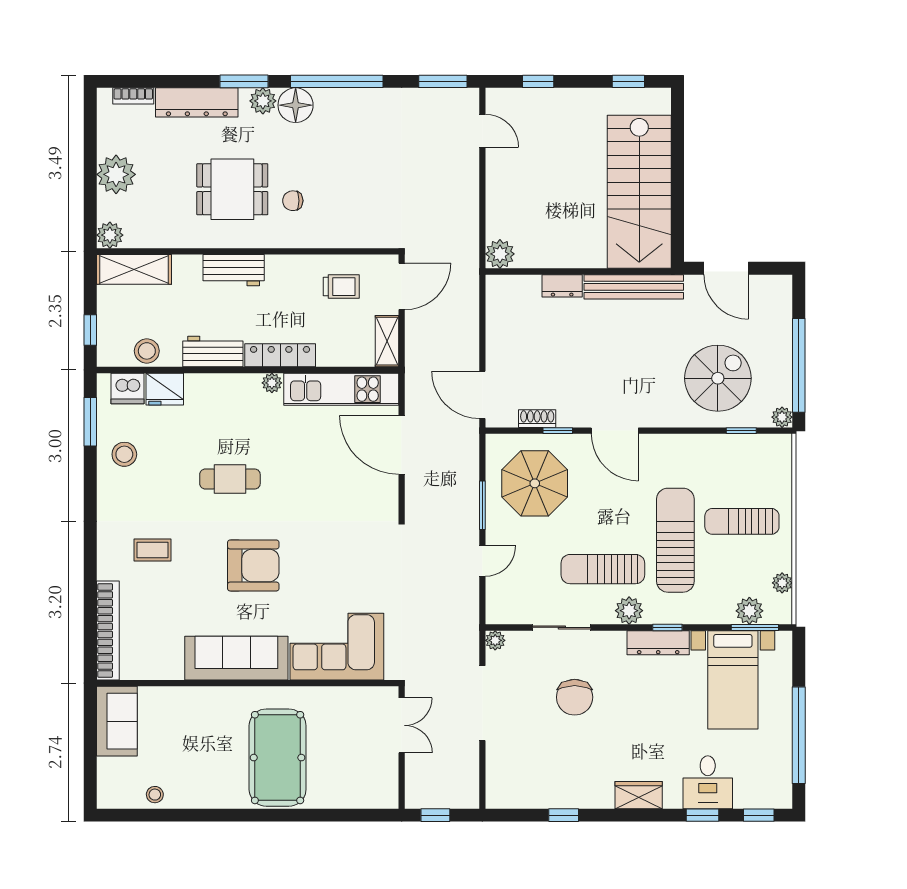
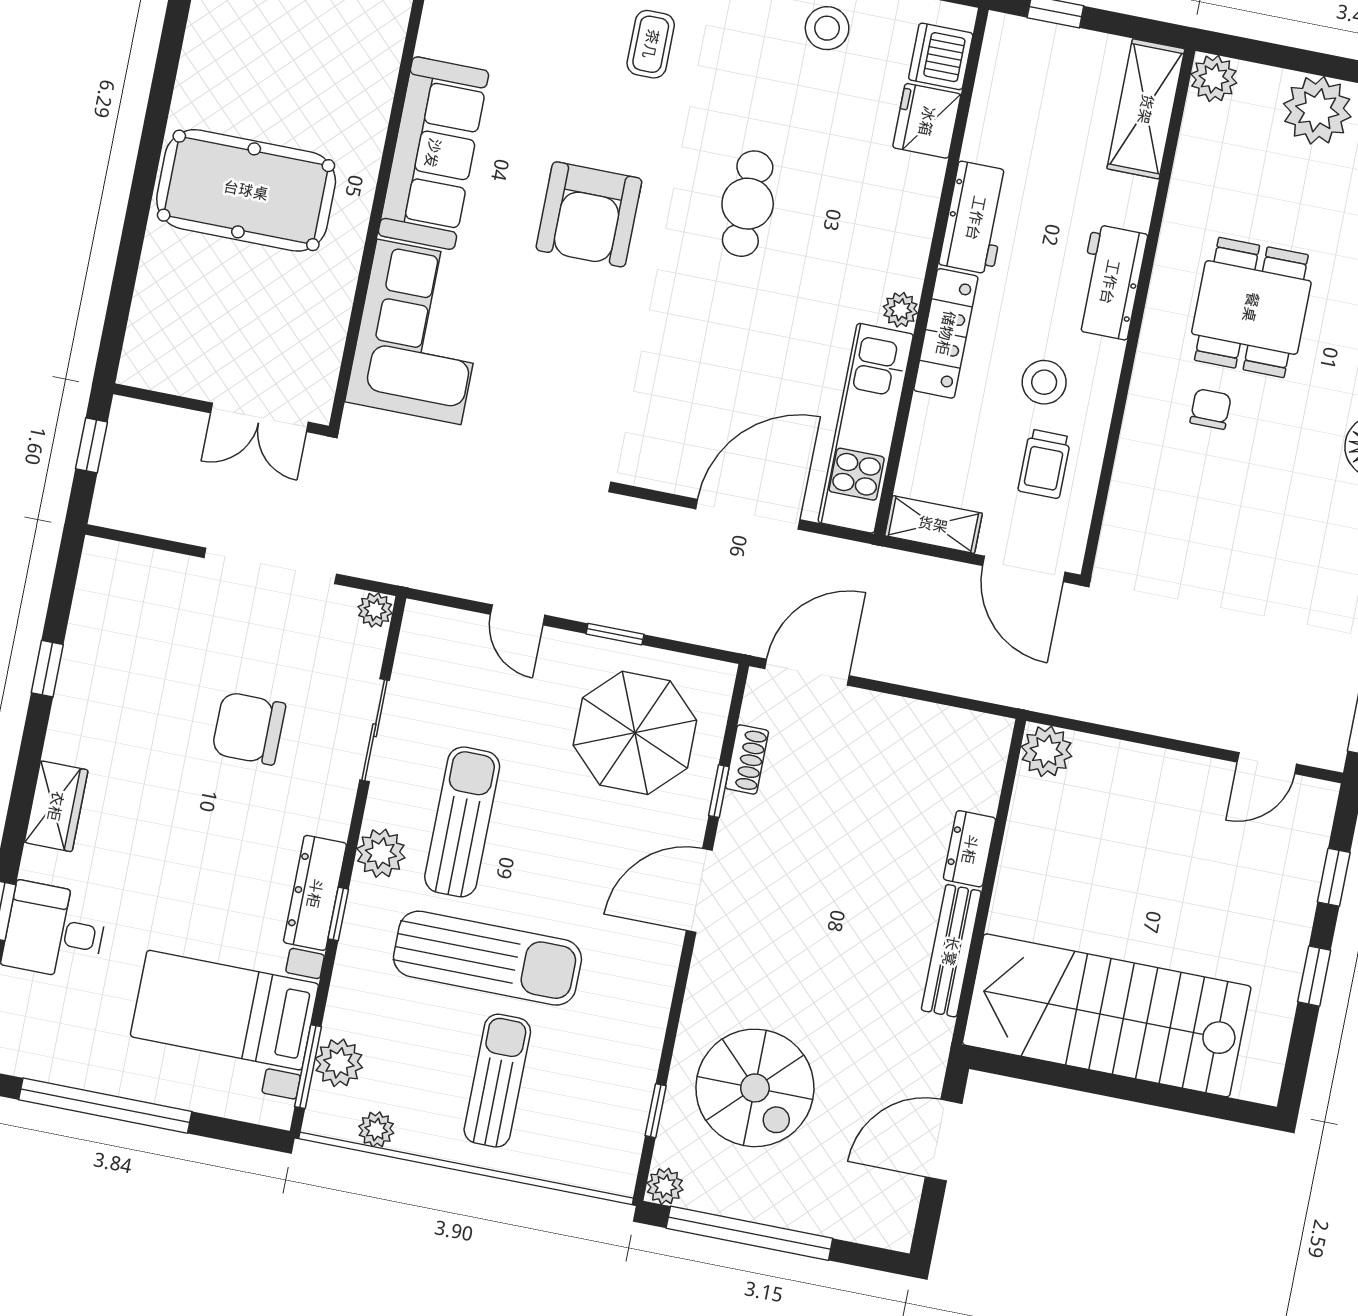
window: (628, 81) -> (1314, 976), moved
bench: (634, 287) -> (951, 951), width x0.73, depth x0.82
stool: (147, 351) -> (1044, 382), moved
window: (482, 505) -> (615, 634), width x0.67

